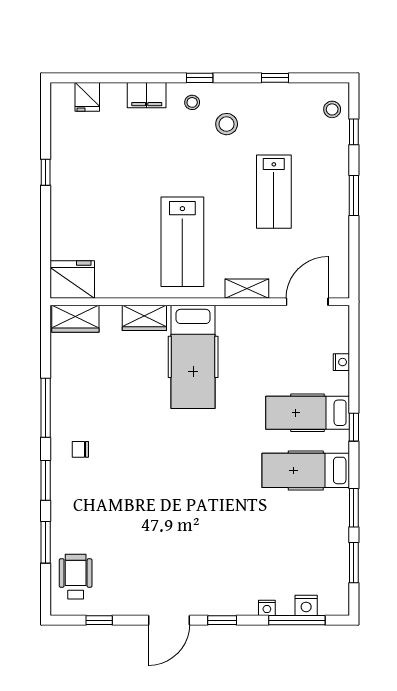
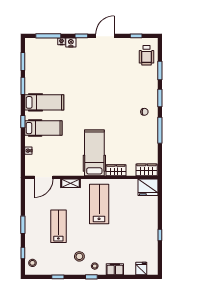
nightstand: (306, 605) -> (71, 42), moved

